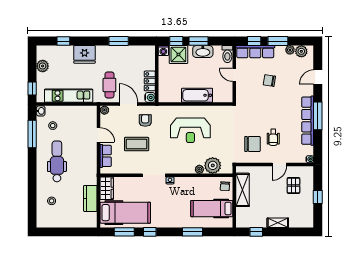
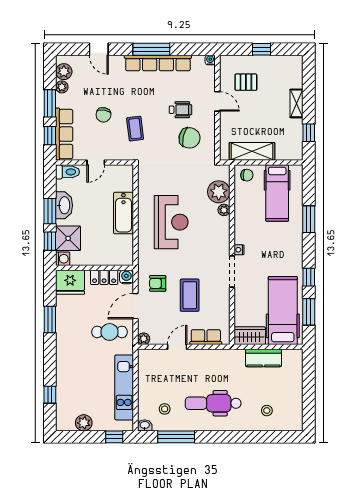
fridge: (85, 54) -> (70, 282), moved, turned 90
coffee table: (259, 104) -> (135, 129), added
chair: (252, 144) -> (190, 138), turned 103

